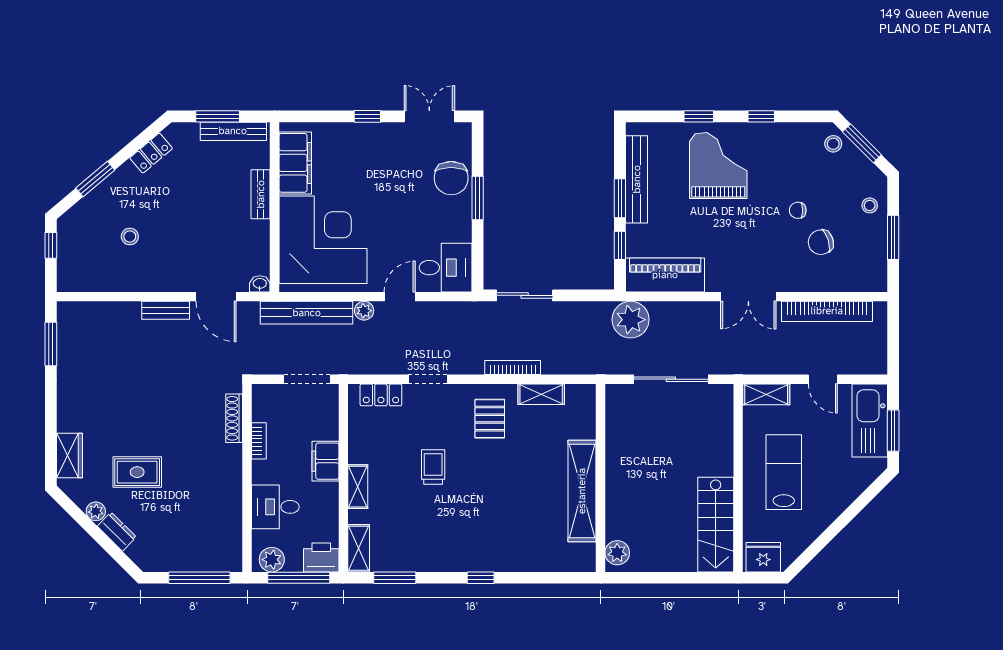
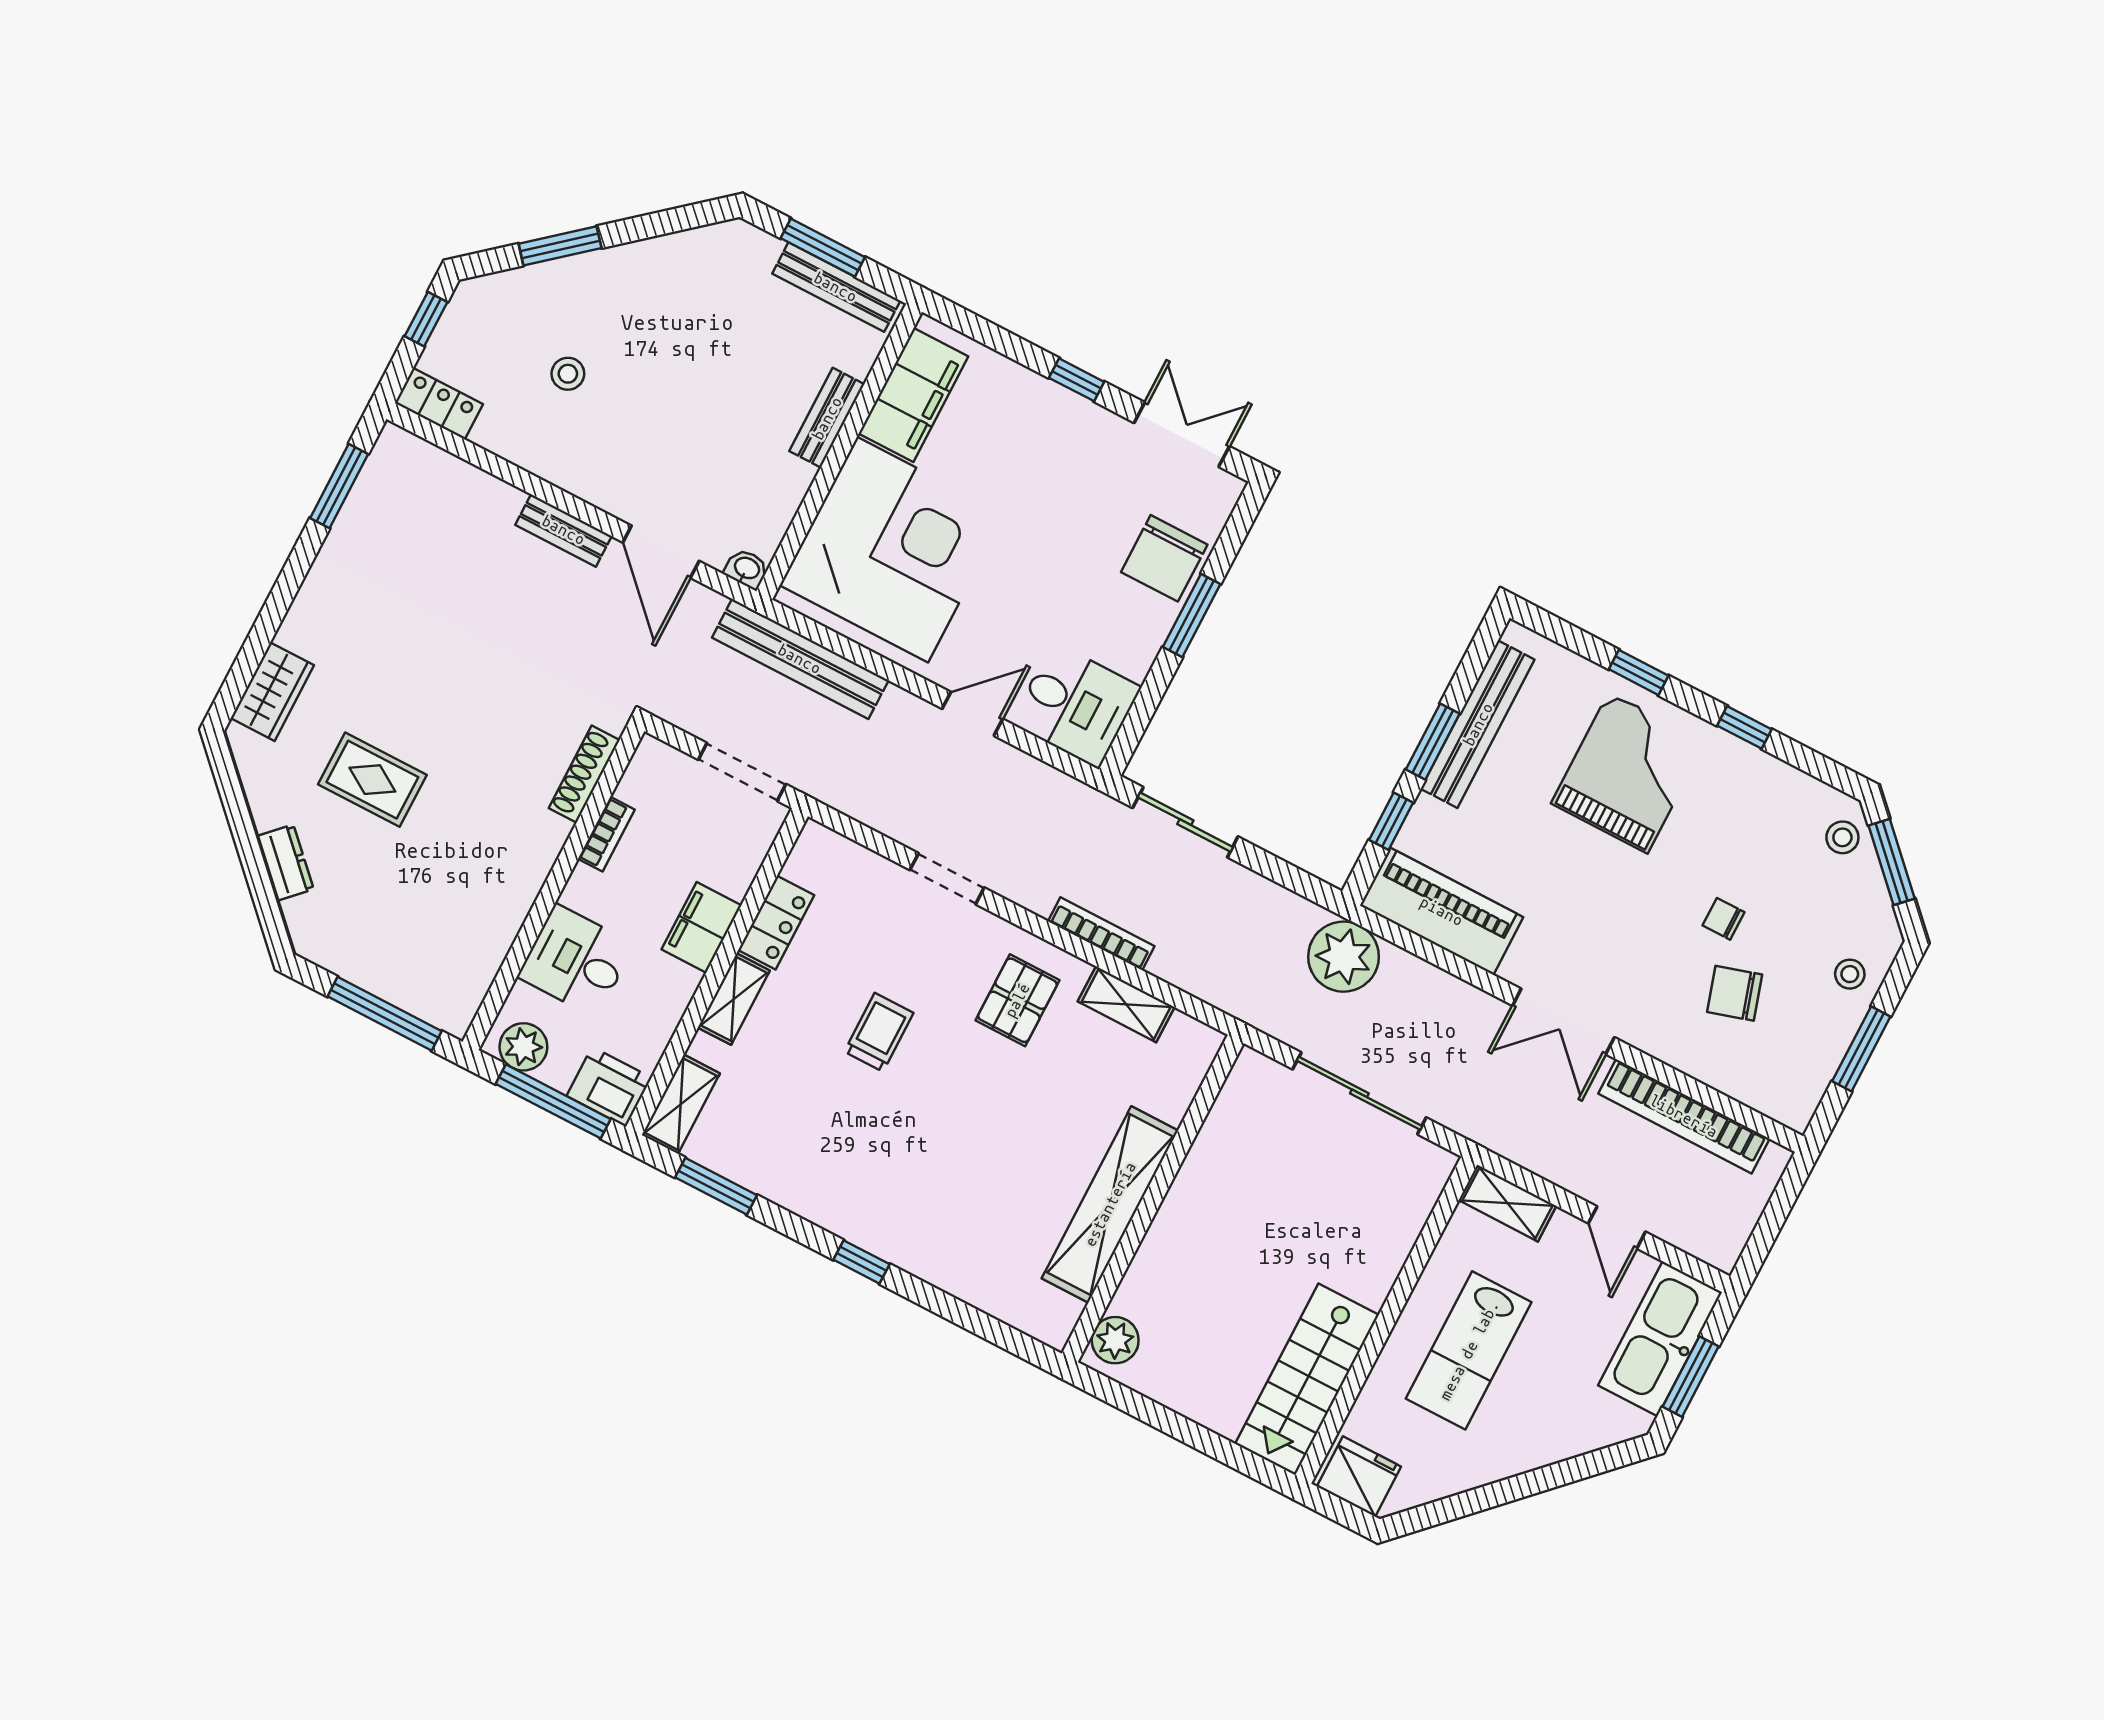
locker: (151, 153) -> (439, 404), moved, turned -140
plant: (364, 311) -> (900, 706), removed
locker: (381, 395) -> (776, 923), moved, turned -90
lab bench: (784, 472) -> (1469, 1350), turned 180
plant: (96, 511) -> (268, 810), removed

